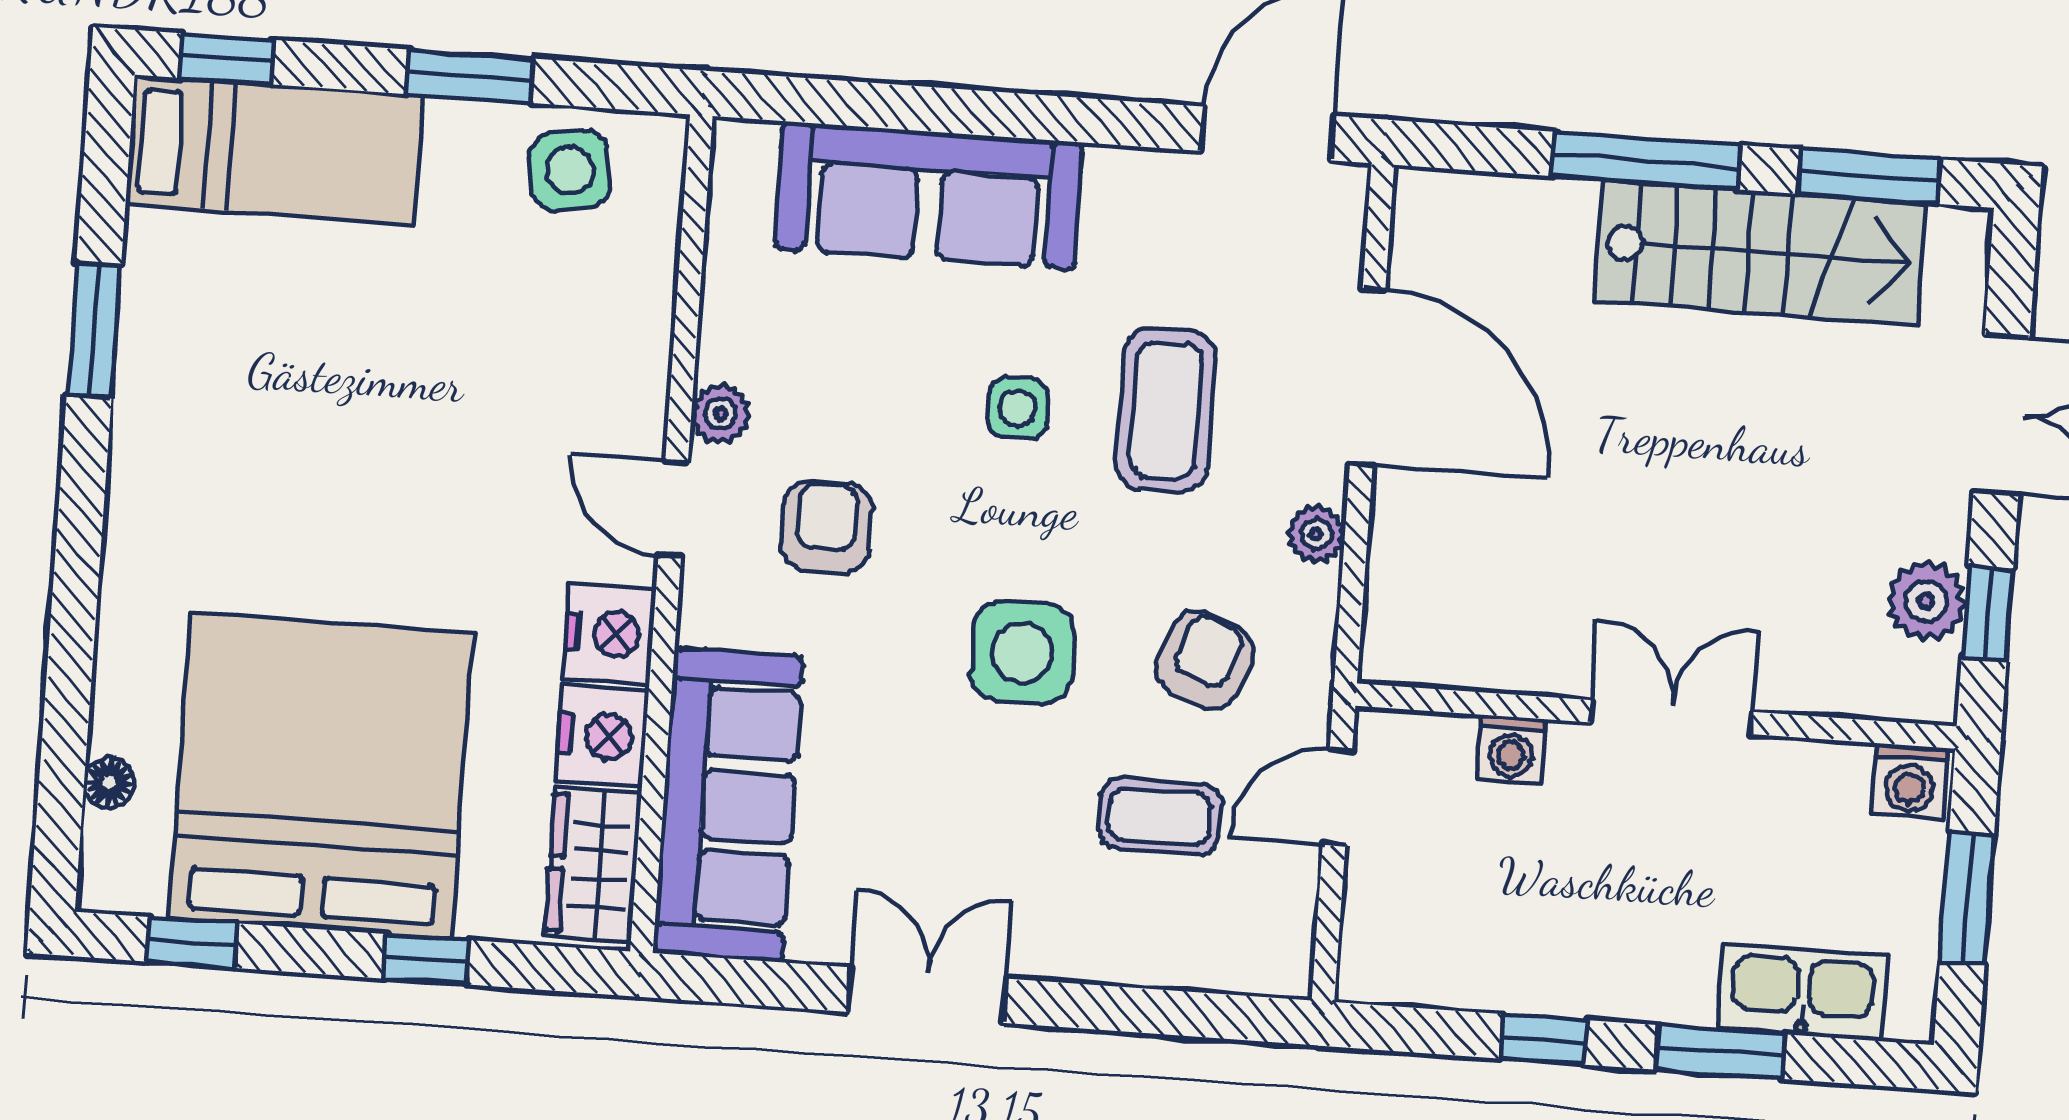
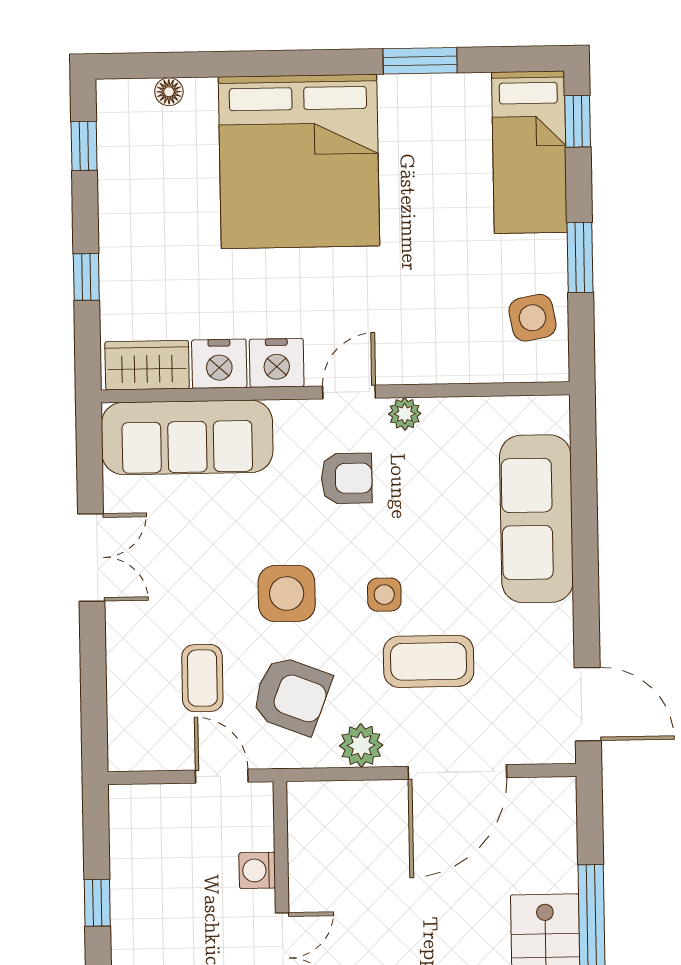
side table: (1018, 408) -> (384, 595), moved
plant: (1316, 534) -> (361, 745), width x1.38, depth x1.38
armchair: (1204, 660) -> (291, 695), width x1.38, depth x1.38
bed: (321, 775) -> (299, 161), moved, turned 90

